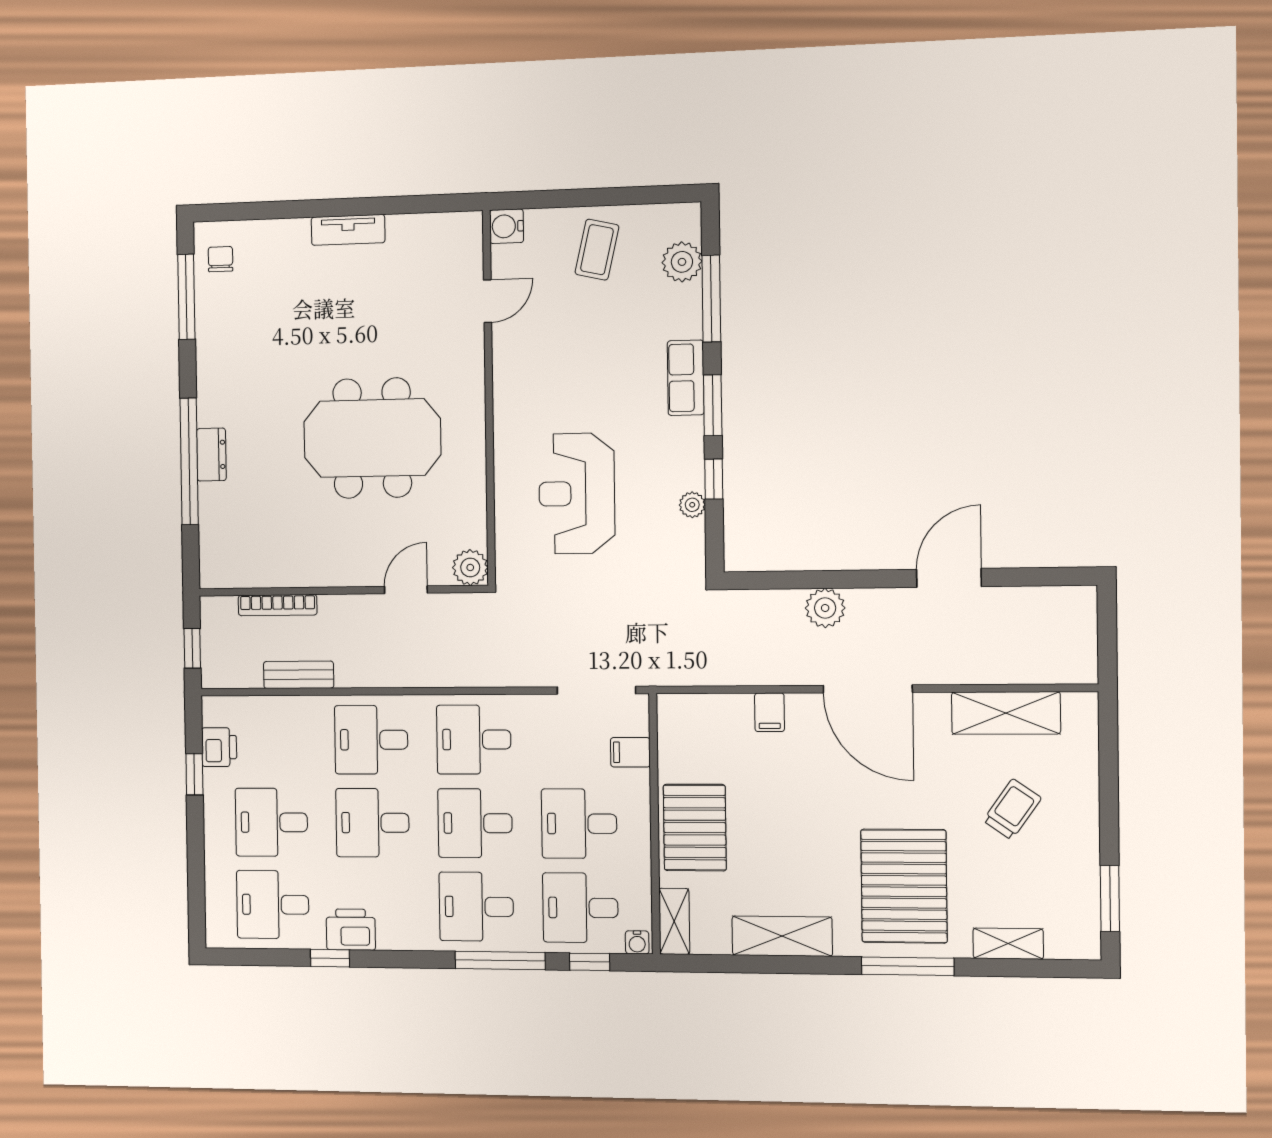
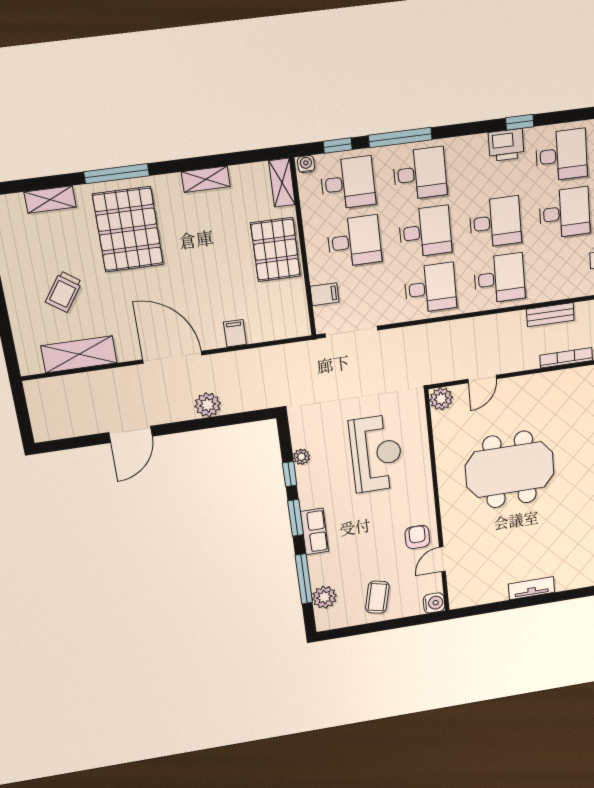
armchair: (524, 345) -> (417, 537), added
shelving: (782, 936) -> (206, 179), width x0.67, depth x0.75

